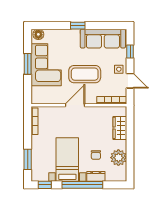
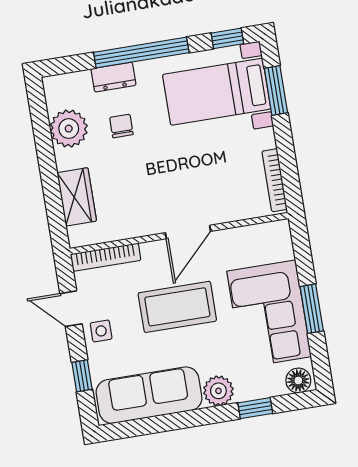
window: (78, 26) -> (255, 408), moved
plant: (73, 36) -> (218, 391), added
bed with nightstands: (67, 160) -> (217, 92), moved, turned 90

